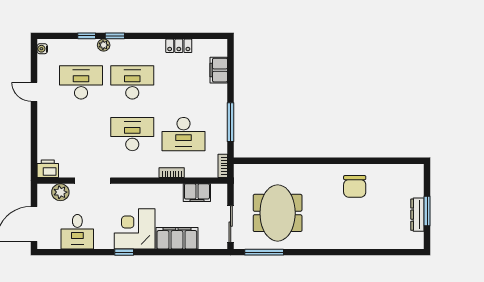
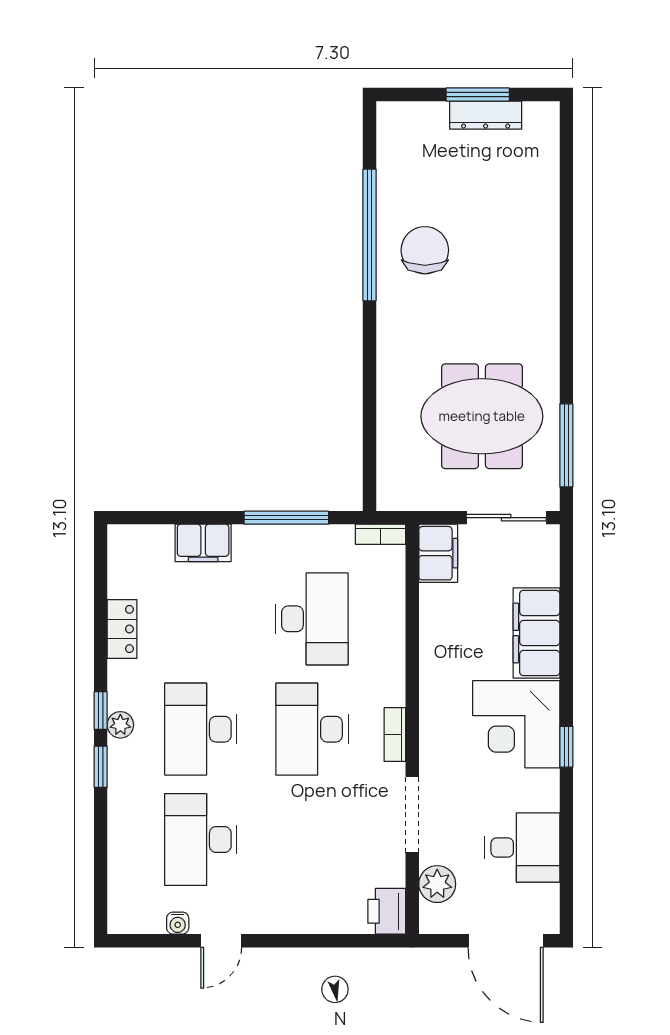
window: (87, 36) -> (101, 710), moved
plant: (104, 45) -> (120, 725), moved
water cooler: (42, 49) -> (178, 923), moved
filing cabinet: (219, 70) -> (203, 543), moved
window: (362, 161) -> (370, 235), added
bookcase: (172, 173) -> (395, 735), moved
chair: (355, 186) -> (425, 250), turned -90
filing cabinet: (197, 193) -> (438, 553), moved

